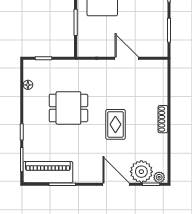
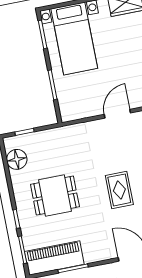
door: (127, 58) -> (117, 114), hinge flipped
floor lamp: (28, 85) -> (17, 159), width x1.89, depth x1.89
dining table: (68, 108) -> (55, 196), moved

